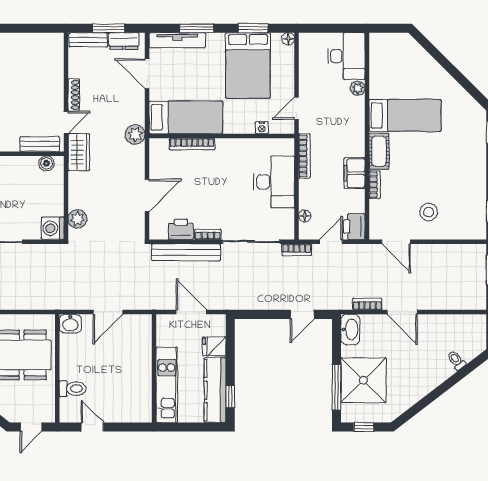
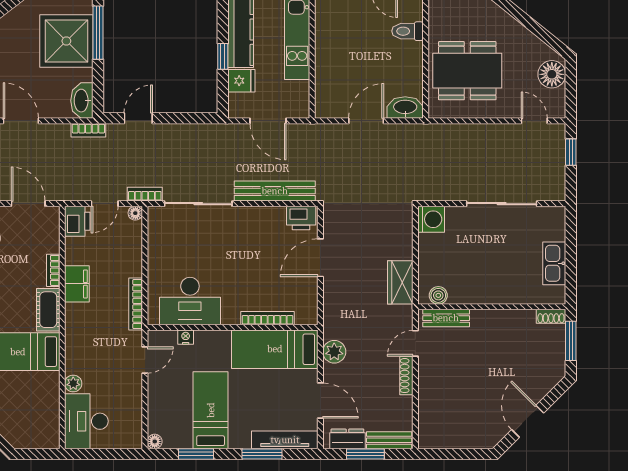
bed: (248, 65) -> (211, 410), width x0.67
plant: (135, 134) -> (334, 352), moved
wardrobe: (79, 152) -> (400, 282), moved
desk: (274, 182) -> (190, 301), moved, turned -90
floor lamp: (305, 216) -> (135, 213), moved
plant: (77, 219) -> (402, 230), removed
printer: (181, 229) -> (301, 218), moved
bookcase: (208, 234) -> (249, 212), removed
bookcase: (367, 304) -> (88, 130), moved
washbasin: (70, 324) -> (405, 107), width x1.38
window: (230, 396) -> (223, 56), moved

